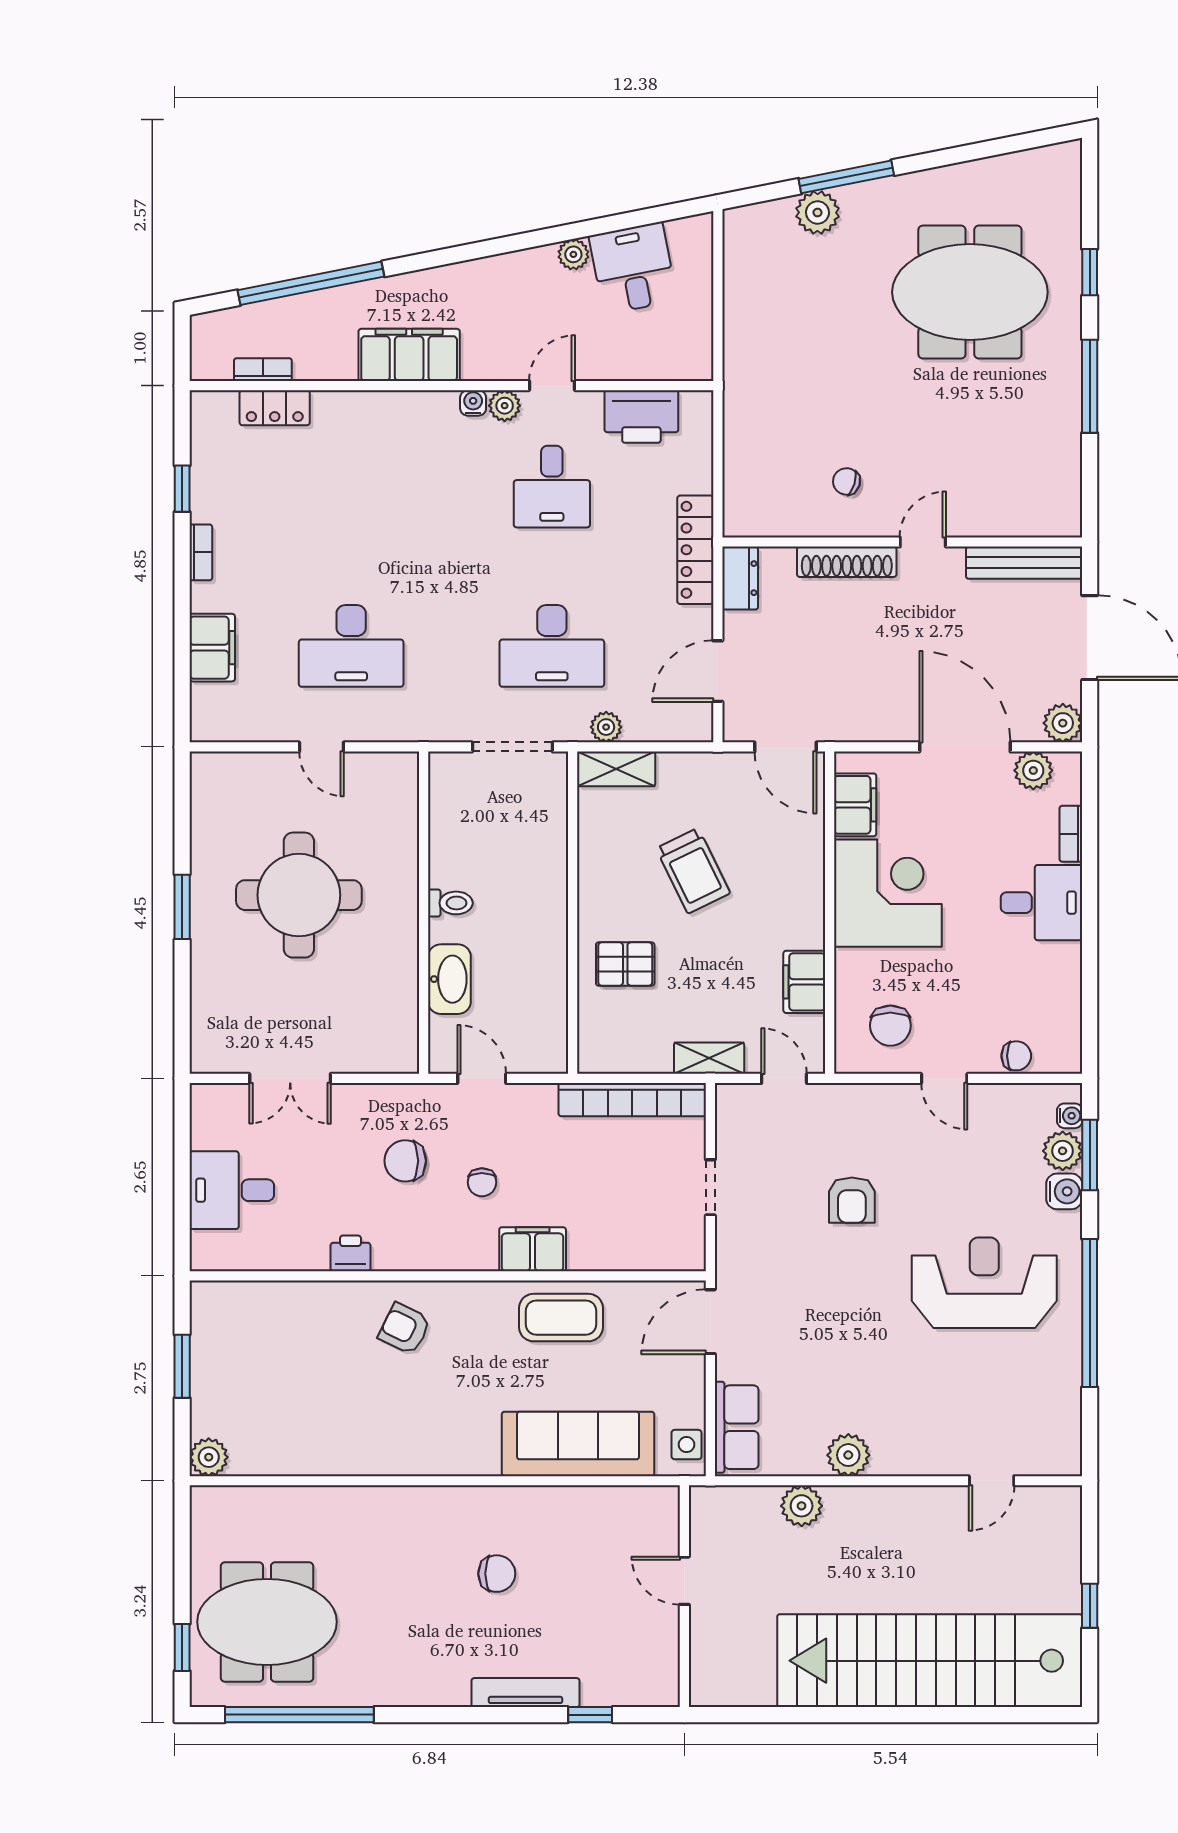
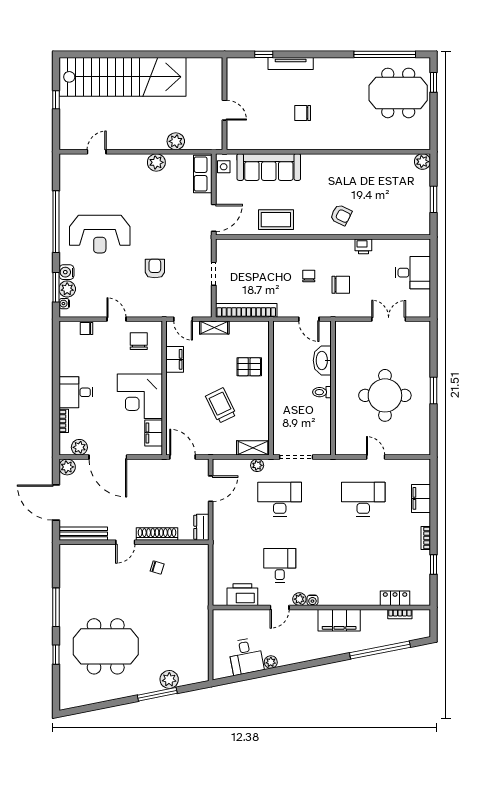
locker: (695, 550) -> (220, 539), removed
filing cabinet: (533, 1249) -> (288, 248), removed

